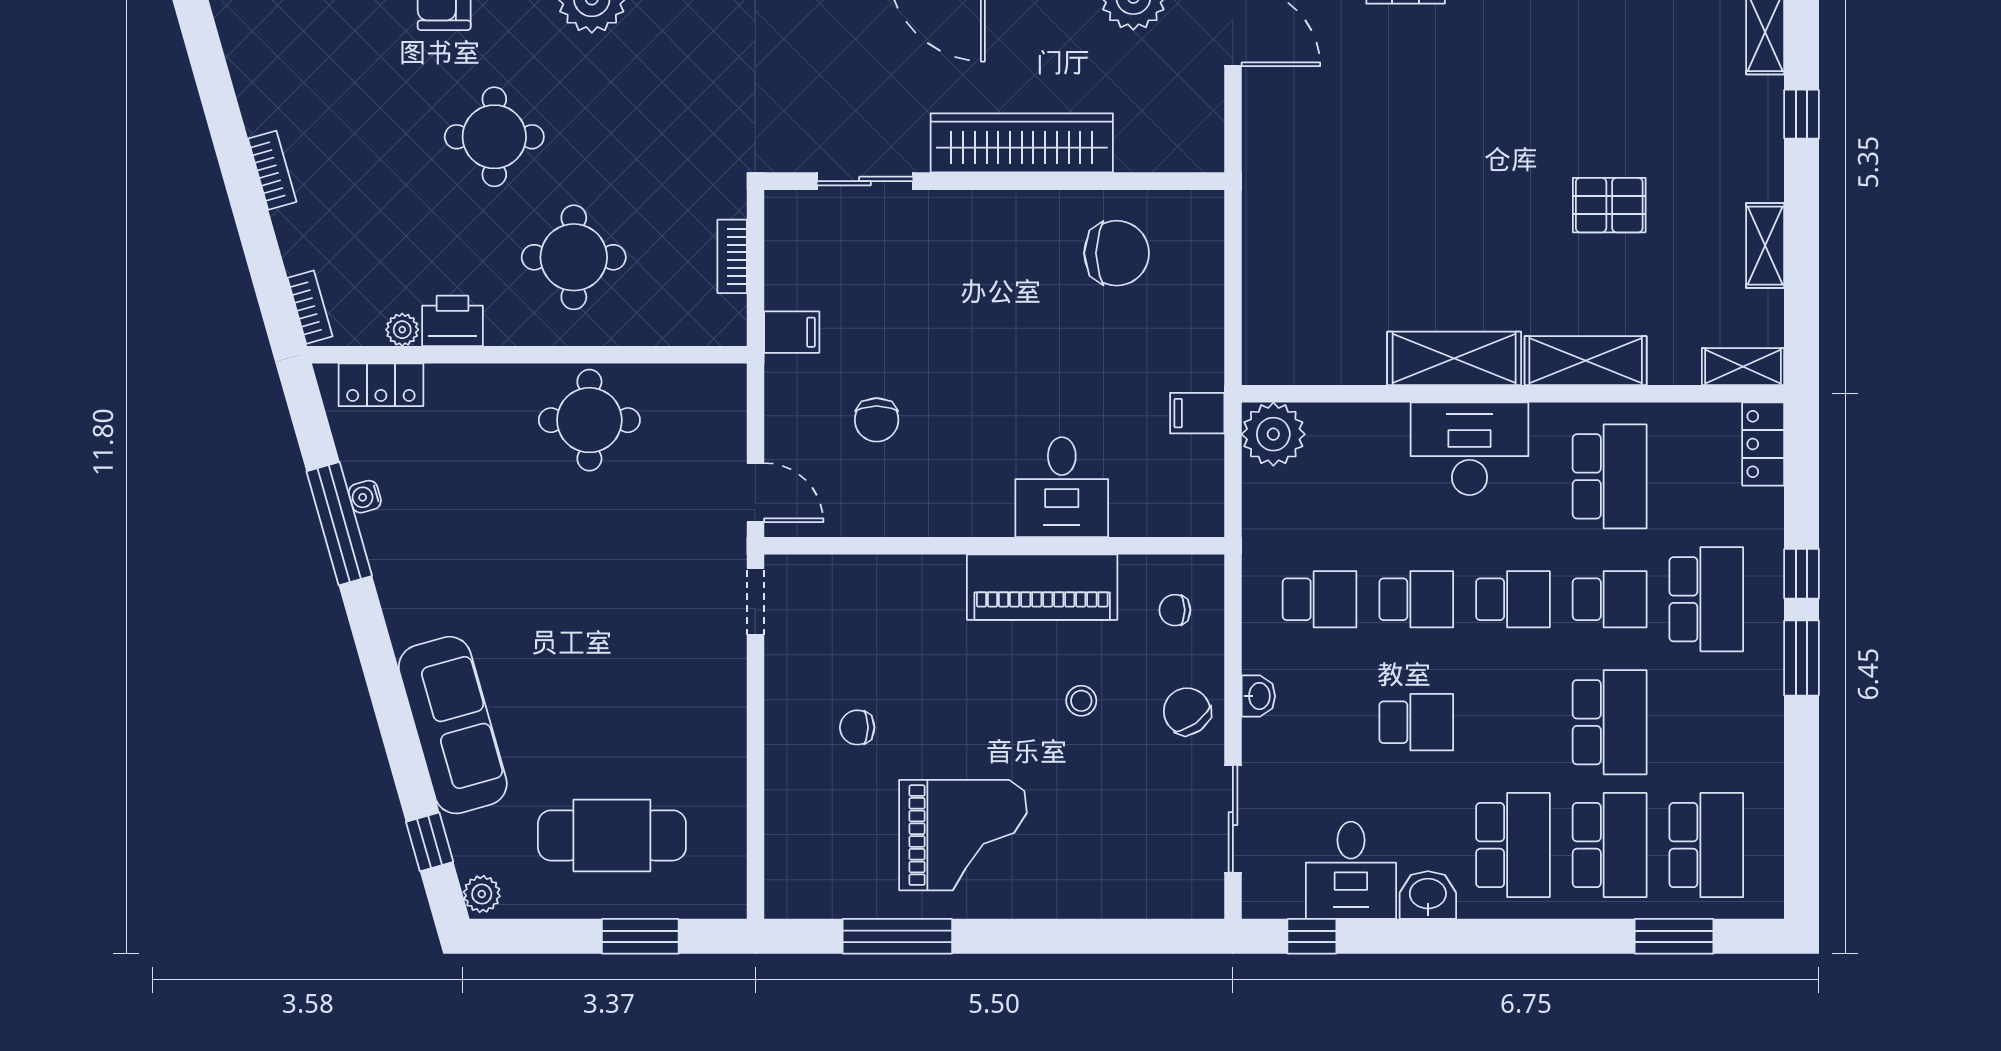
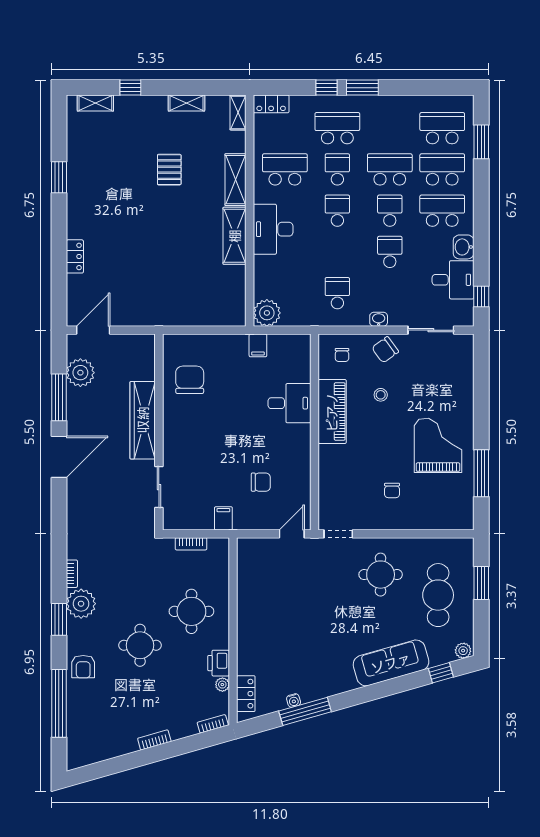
round table: (589, 420) -> (381, 575), moved
school desk: (1416, 599) -> (390, 211), moved

